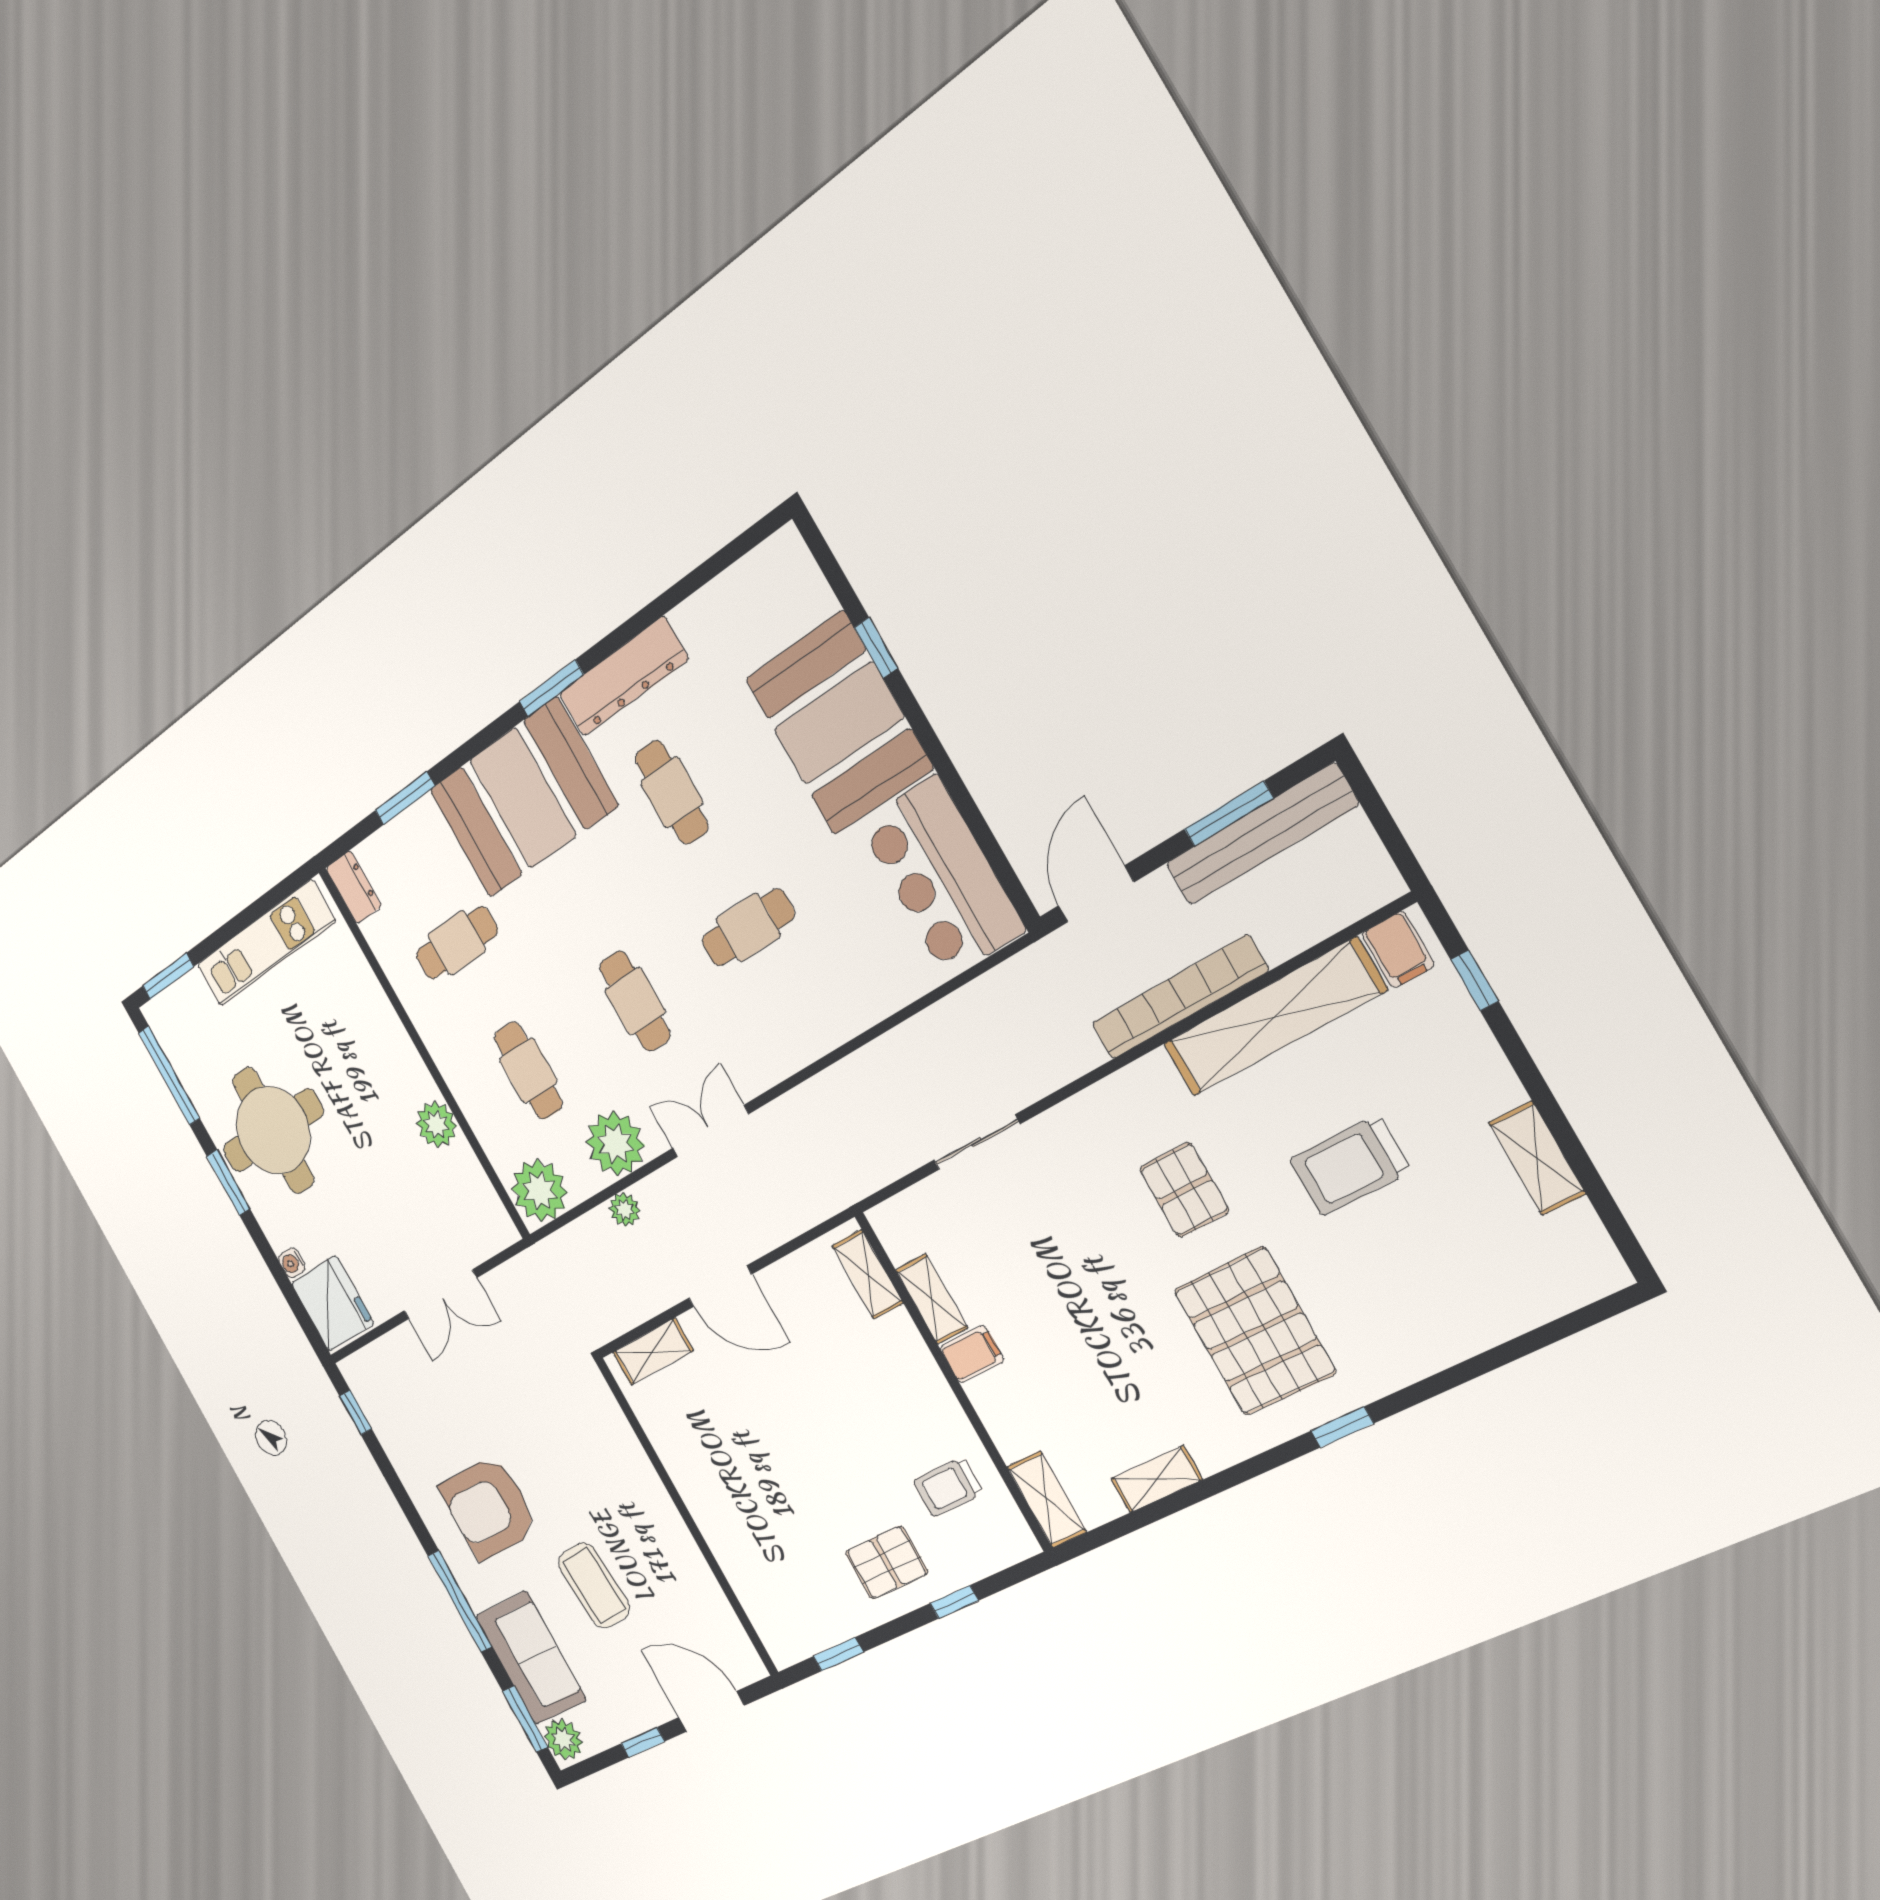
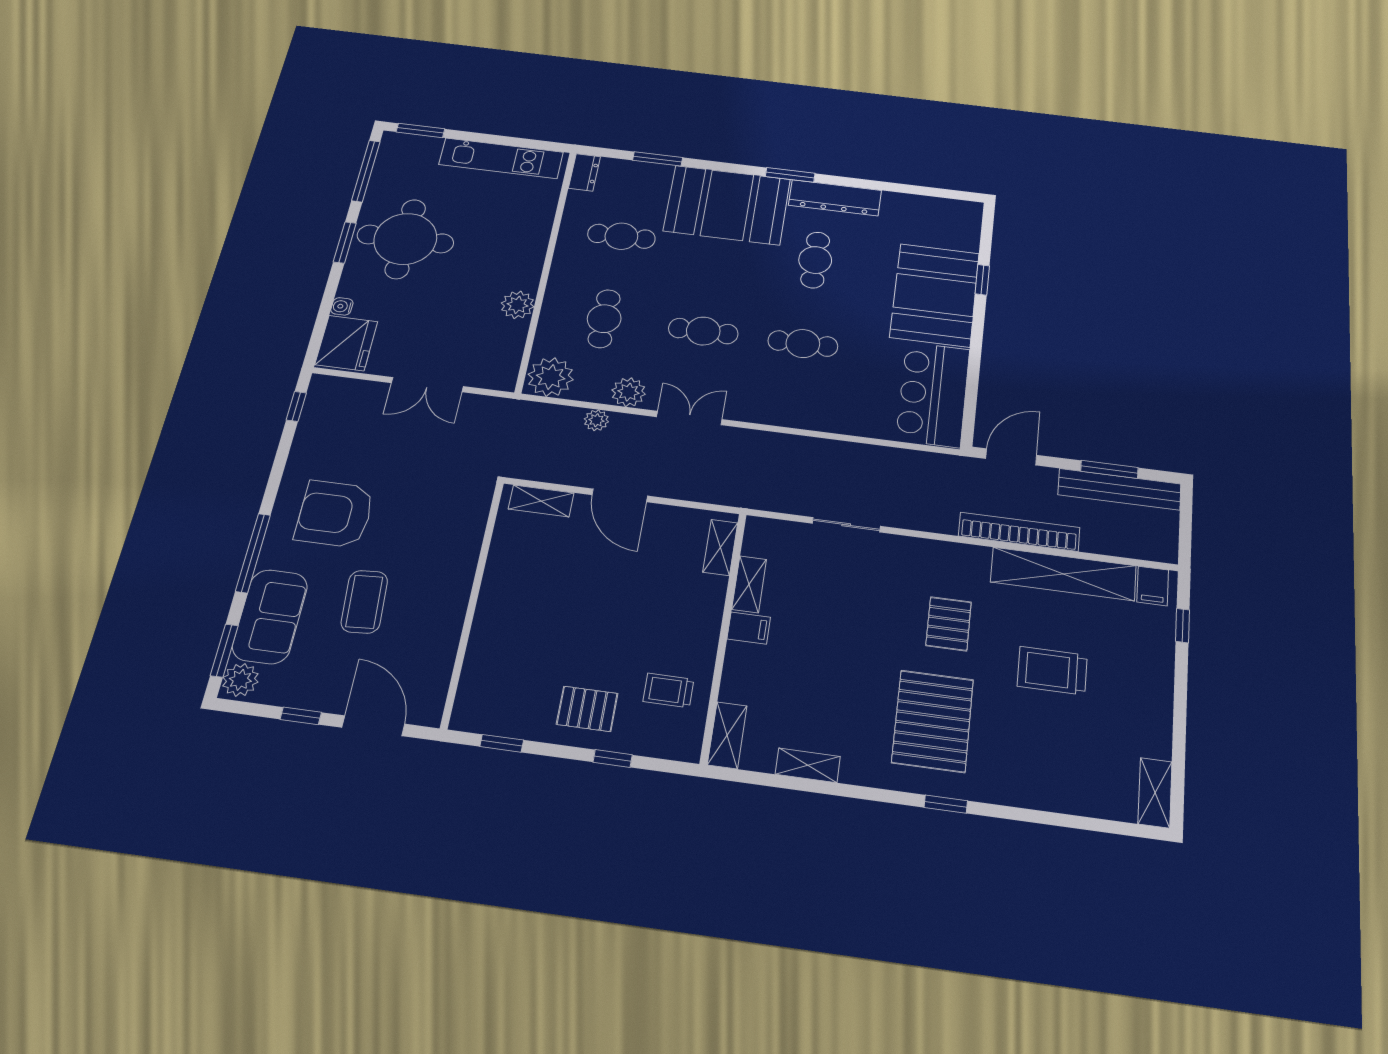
cafe table: (635, 1001) -> (703, 331), turned 90
plant: (615, 1144) -> (629, 392), width x0.73, depth x0.73
shelving: (1537, 1158) -> (1155, 793), moved

